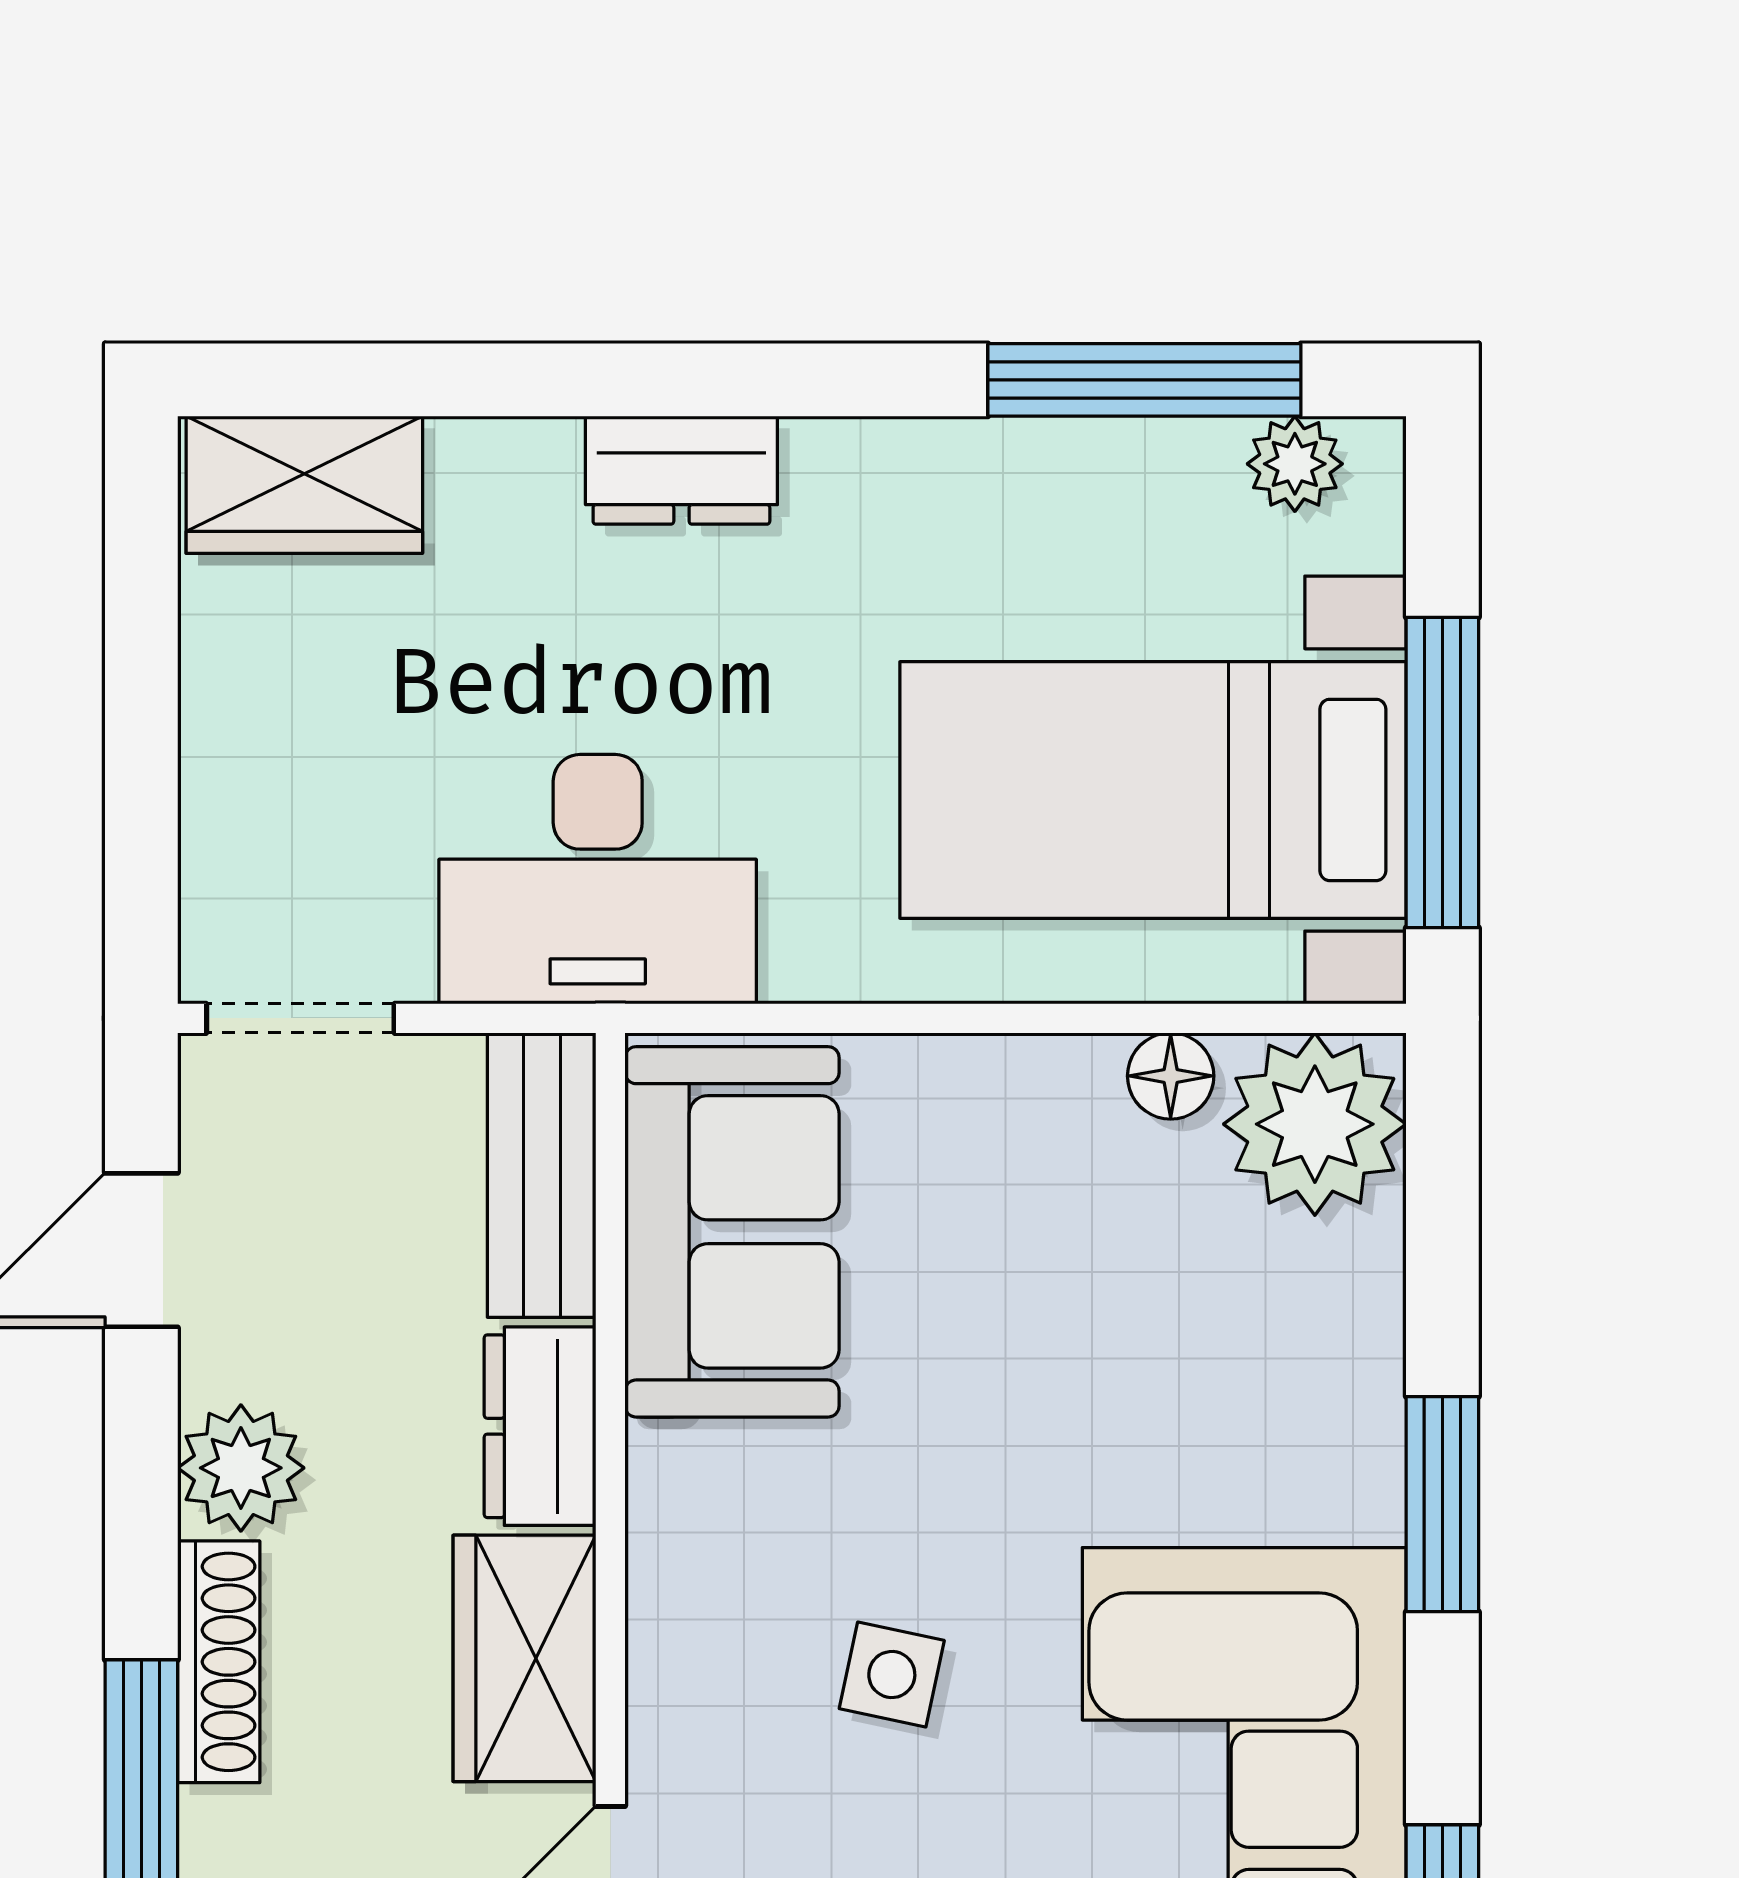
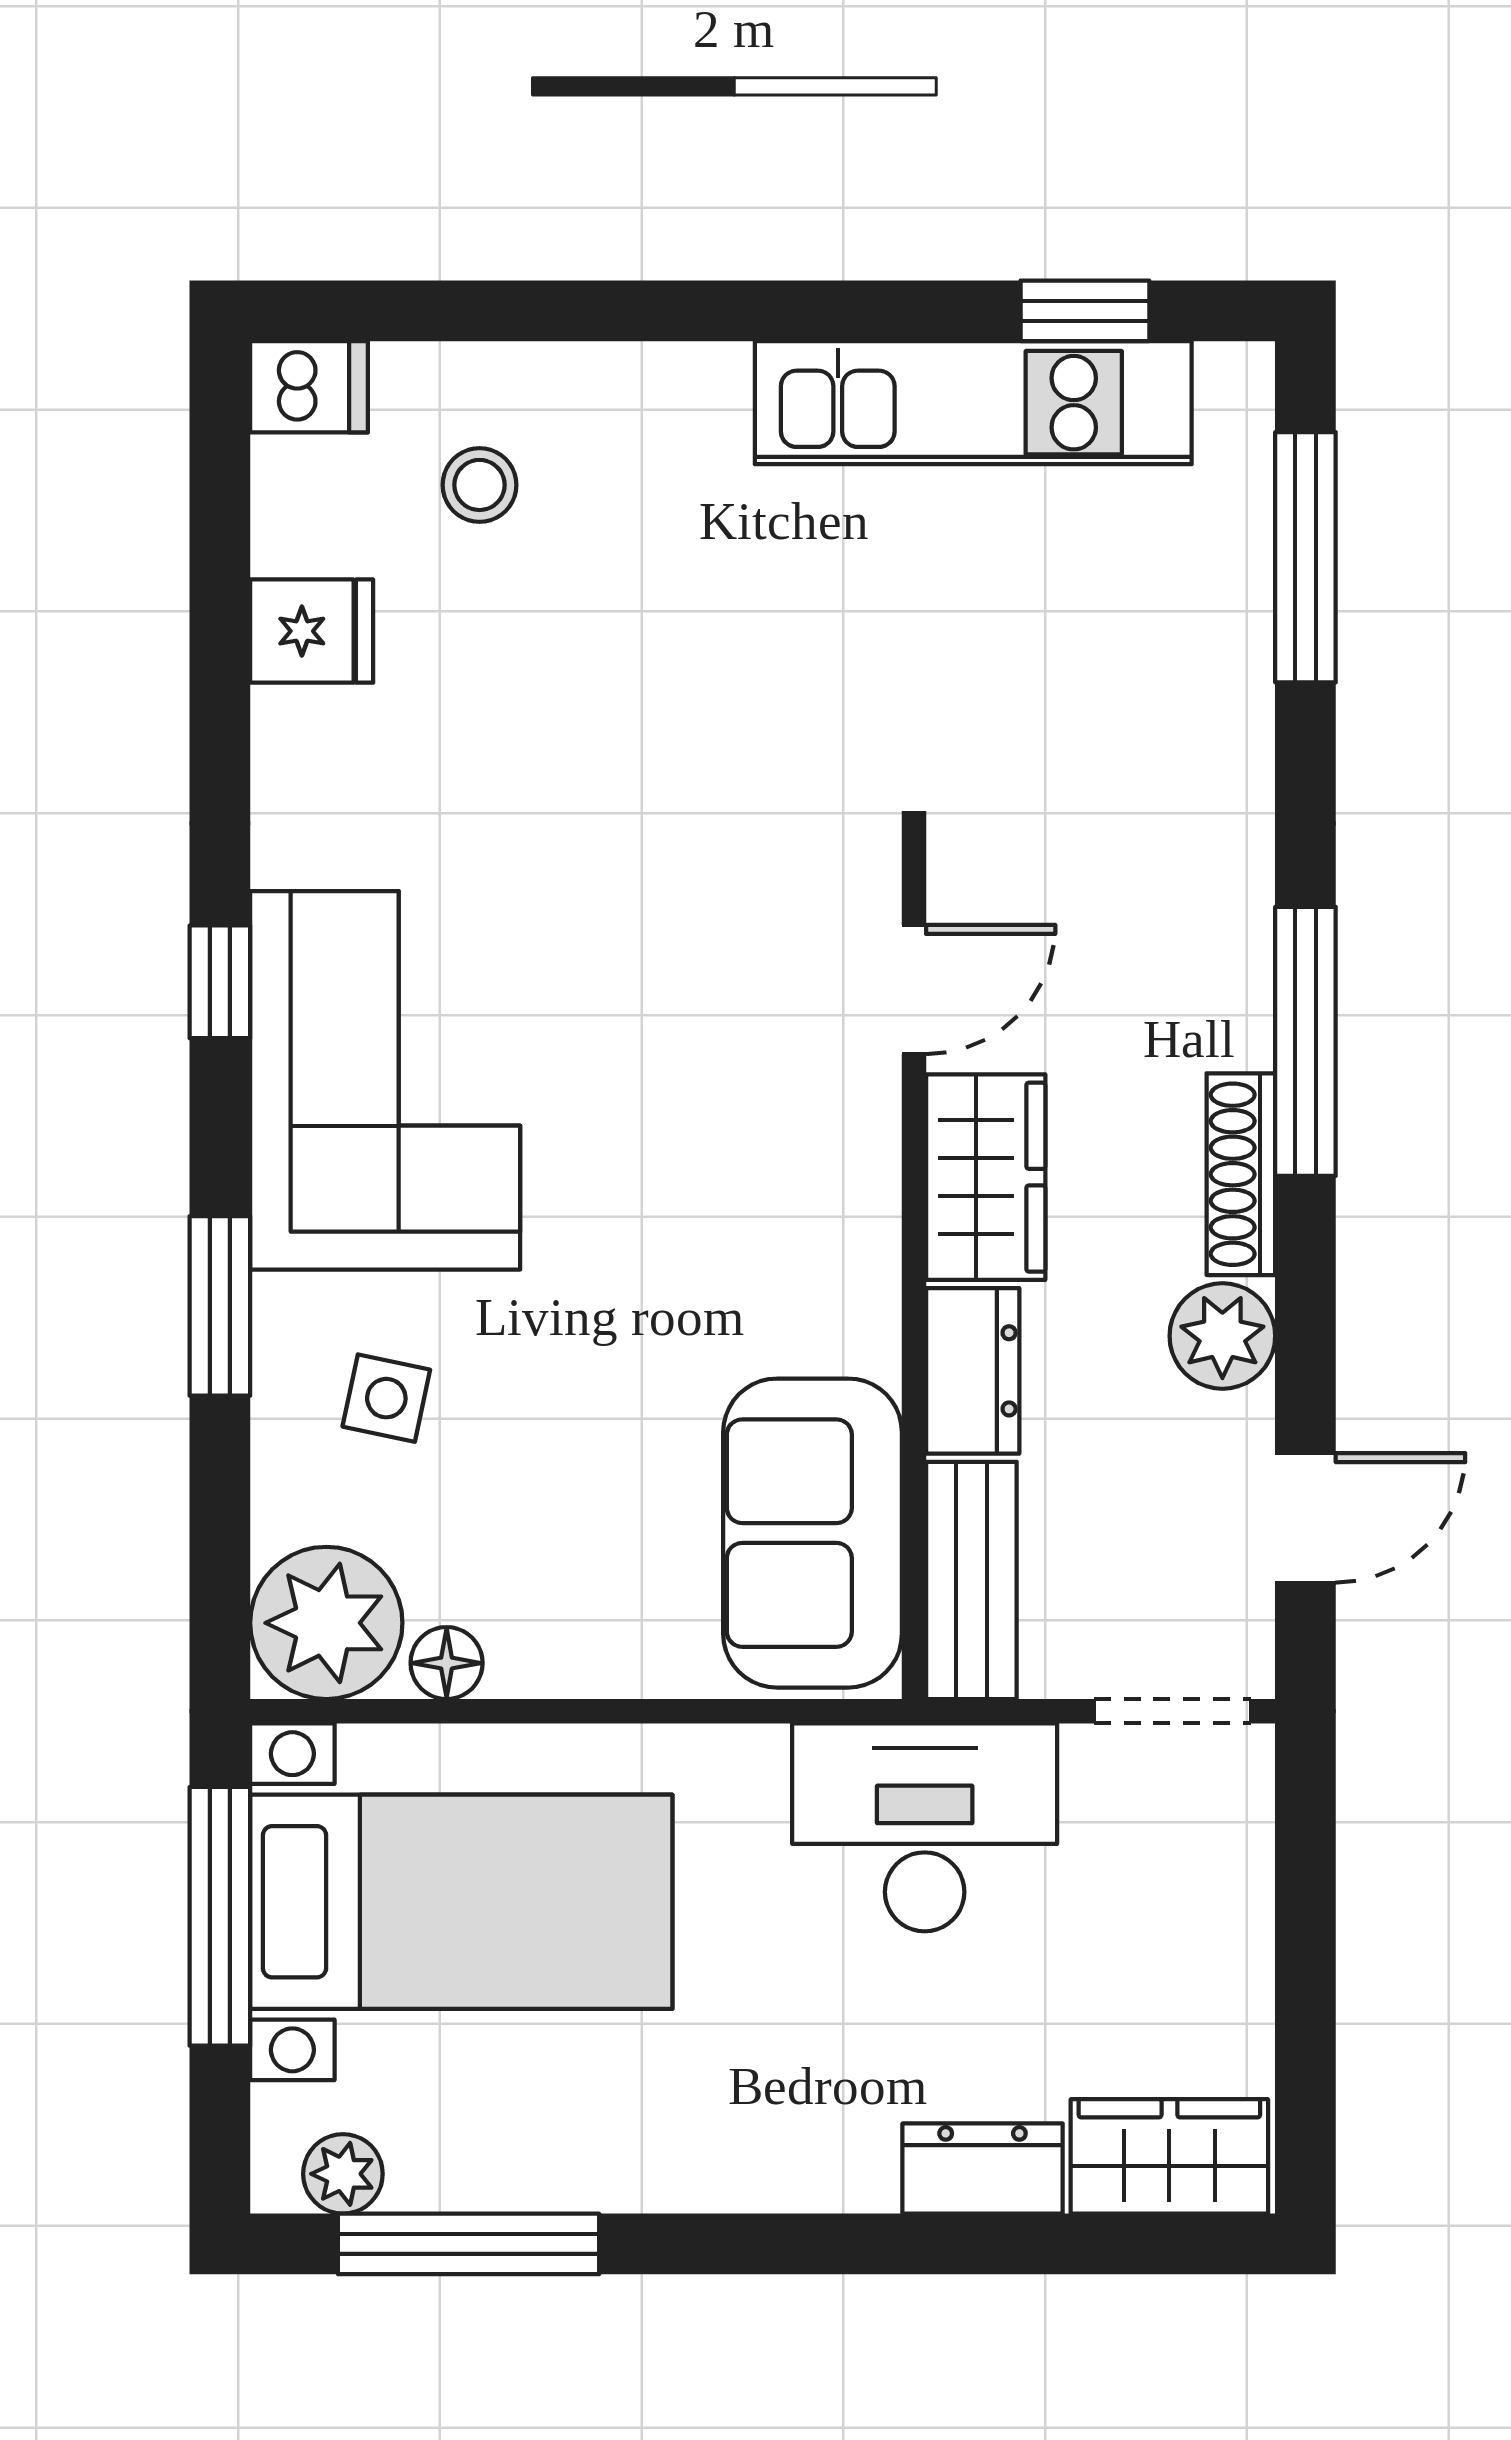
dresser: (681, 470) -> (983, 2169), moved
side table: (892, 1675) -> (386, 1398), moved

